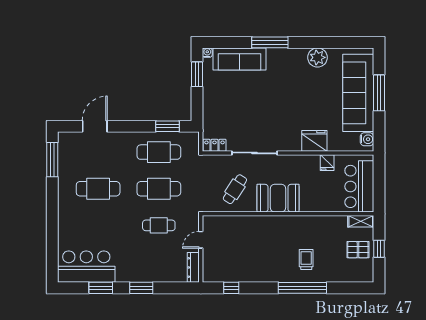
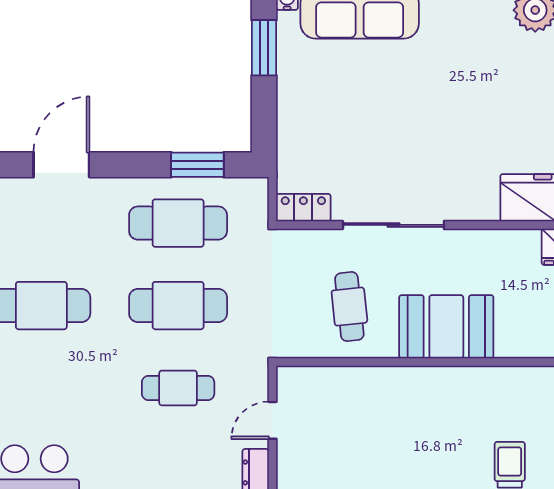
door: (95, 126) -> (61, 165), moved
cafe table: (235, 189) -> (349, 307), turned -39

